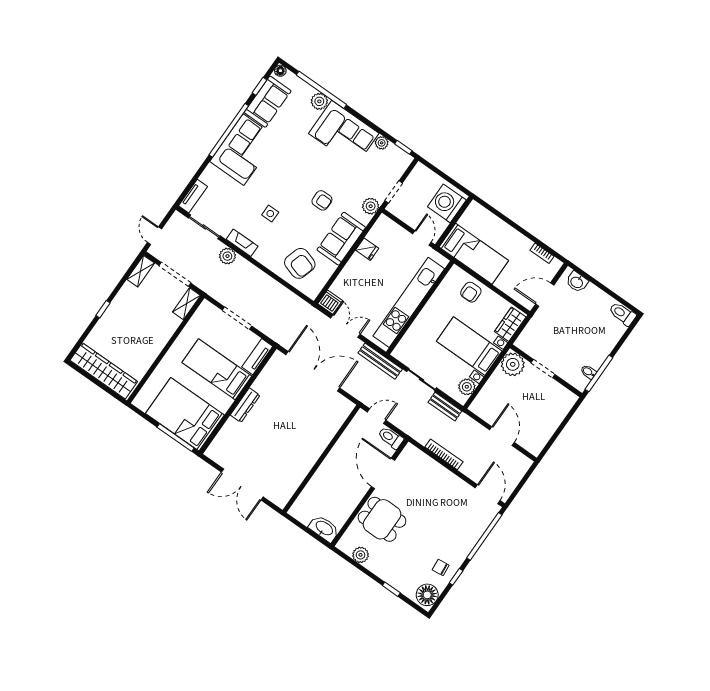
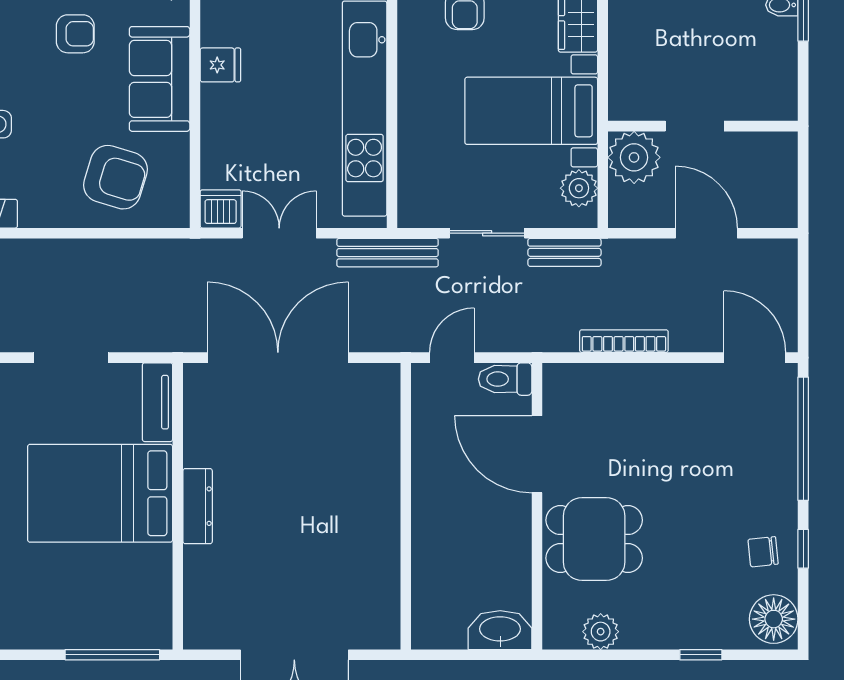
plant: (513, 364) -> (634, 157), moved
bed: (217, 369) -> (100, 493), width x1.50
doorway: (543, 369) -> (695, 126), moved
wall: (546, 371) -> (703, 126), moved
bed: (185, 414) -> (99, 600), removed

